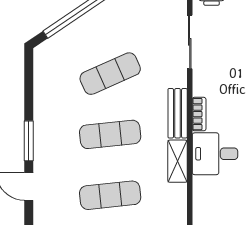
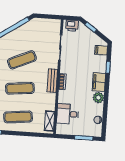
desk: (215, 154) -> (68, 114), moved
shelving: (178, 161) -> (50, 121), moved

